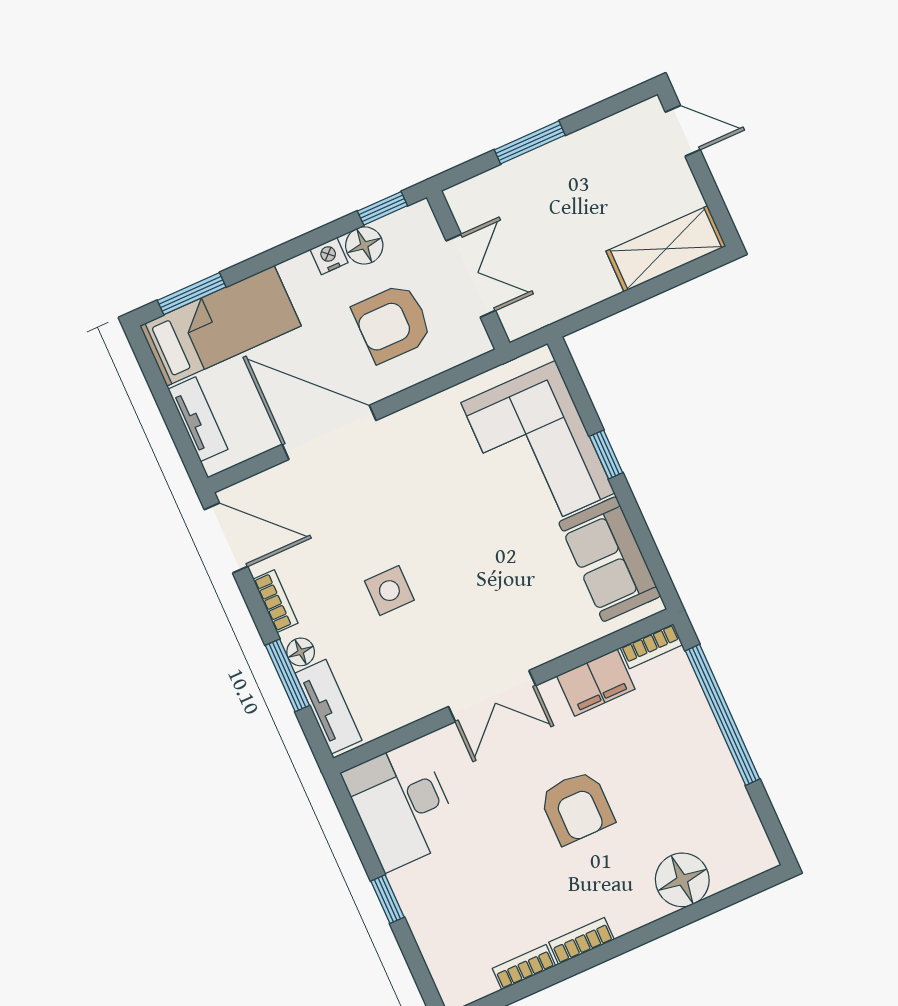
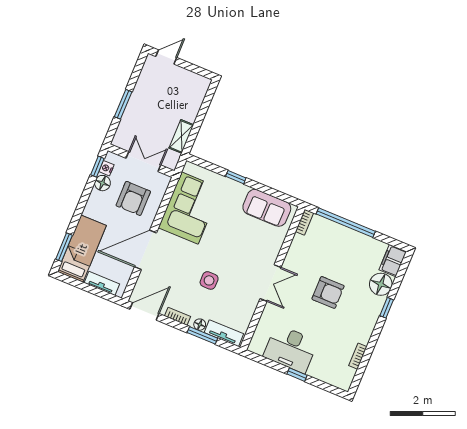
shelving: (666, 249) -> (181, 136), moved, width x0.67, depth x0.75
nightstand: (329, 256) -> (106, 168), moved
corner sofa: (538, 448) -> (190, 208), moved, turned -90
filing cabinet: (596, 682) -> (393, 261), moved, turned 180
desk: (402, 806) -> (291, 349), moved
window: (654, 930) -> (387, 308), added
bookcase: (581, 941) -> (368, 332), removed

